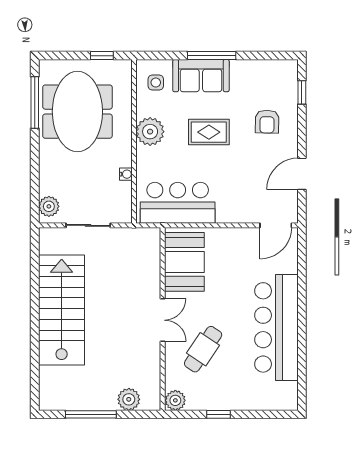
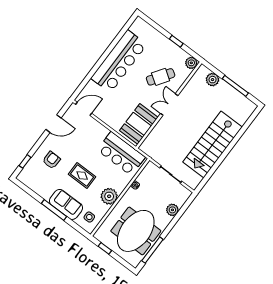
plant: (49, 206) -> (172, 210), moved

